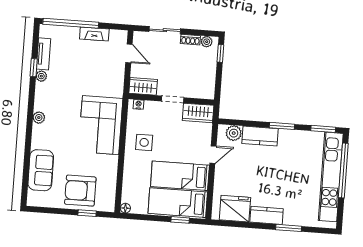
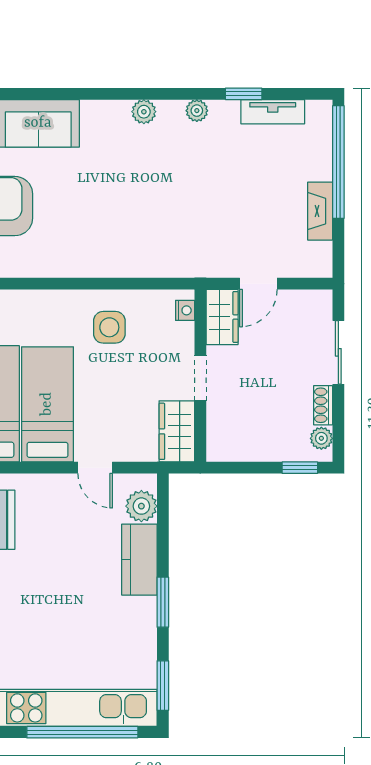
door: (129, 53) -> (258, 284), moved
plant: (41, 76) -> (197, 111), moved
corner sofa: (101, 125) -> (138, 237), removed

